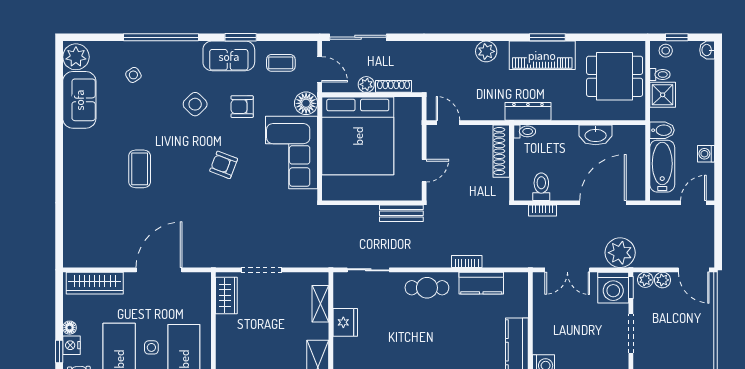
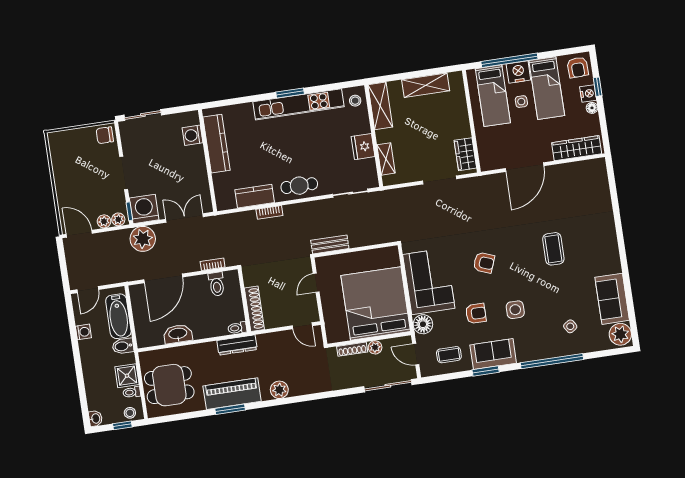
side table: (195, 104) -> (515, 310), turned 45

